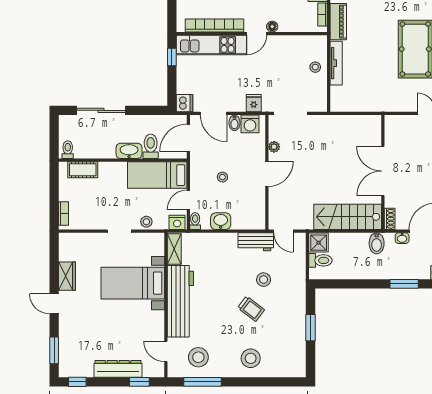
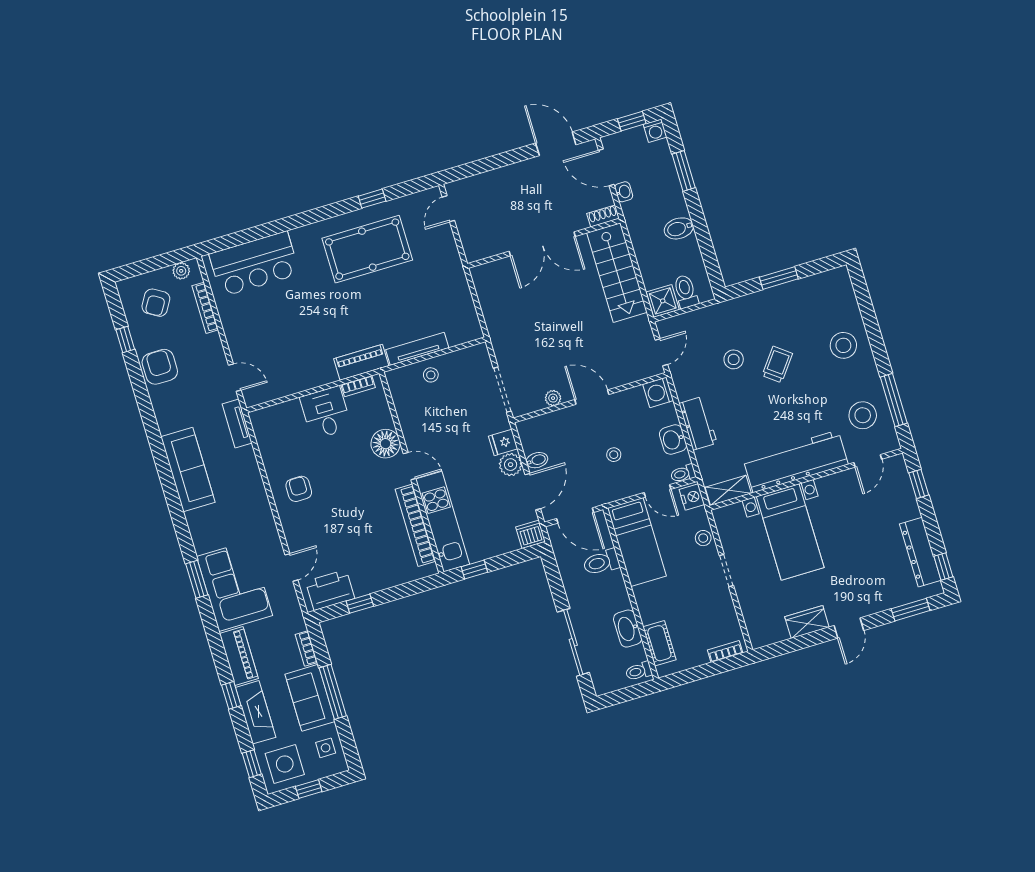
floor lamp: (272, 27) -> (386, 444), width x1.89, depth x1.89
plant: (237, 104) -> (511, 465), added
washing machine: (250, 124) -> (658, 392), moved, turned 180
washbasin: (129, 151) -> (628, 629), moved
workbench: (256, 242) -> (698, 423), moved
bidet: (377, 243) -> (679, 228), moved, turned 180
dresser: (118, 369) -> (920, 552), moved

